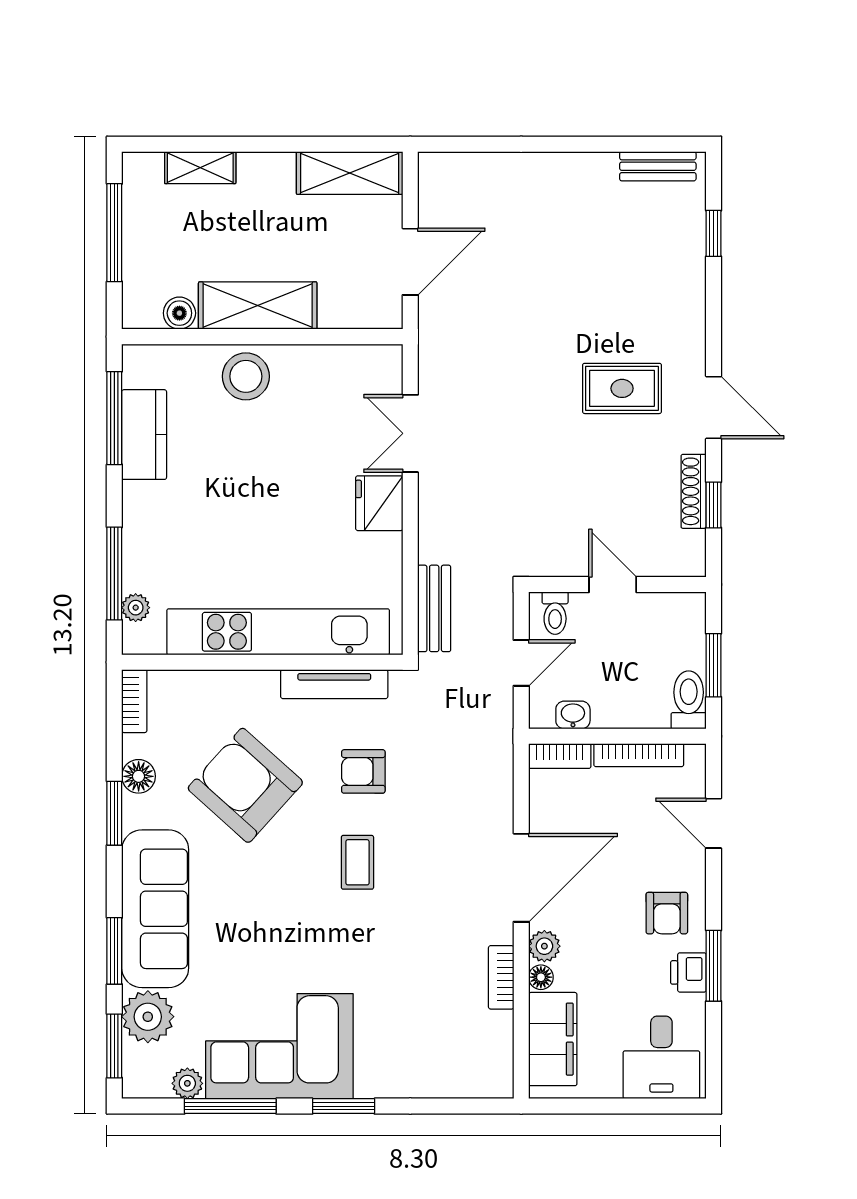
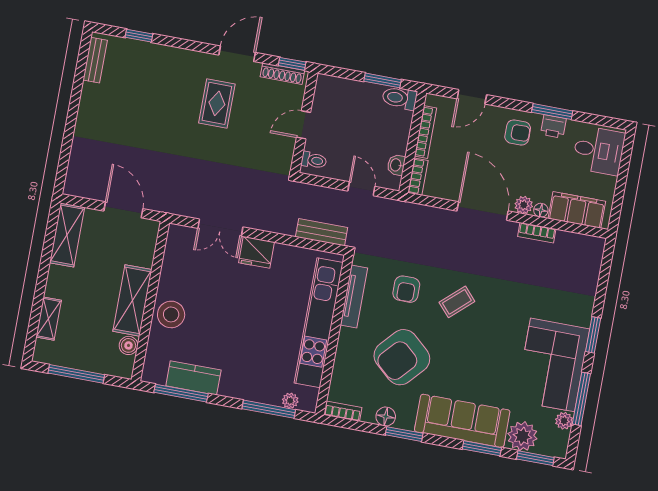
door: (613, 584) -> (304, 125), moved
wall: (617, 584) -> (304, 122), moved
toilet: (555, 613) -> (314, 160), moved
coffee table: (357, 862) -> (457, 302), turned -42

